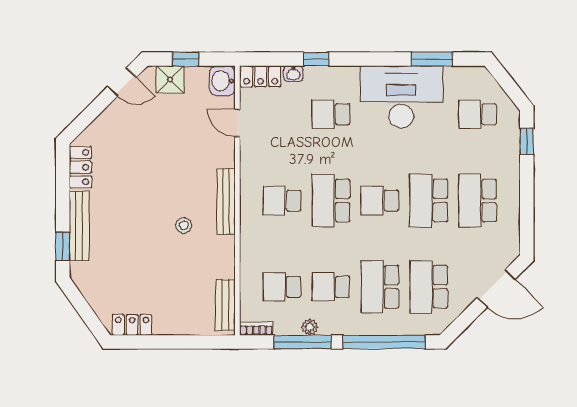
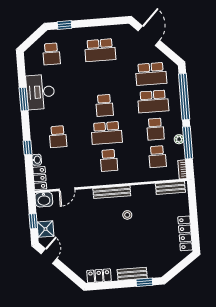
window: (432, 59) -> (24, 99), moved
desk: (401, 97) -> (40, 92), width x0.73, depth x0.77
school desk: (429, 201) -> (102, 78), removed
bench: (79, 226) -> (132, 274), width x0.73
locker: (132, 325) -> (185, 233), width x1.53

